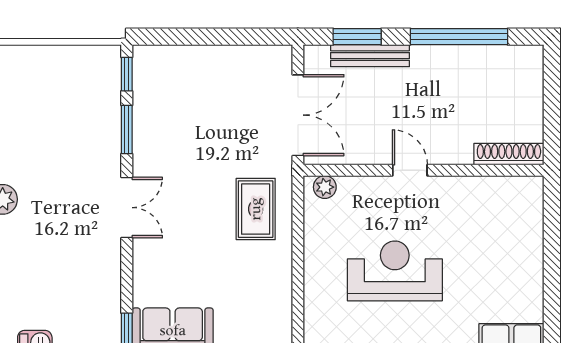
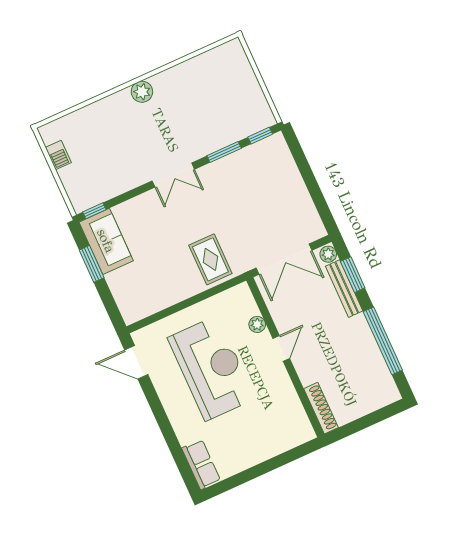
plant: (317, 56) -> (328, 254), added
plant: (325, 187) -> (257, 324), moved
rug: (256, 209) -> (210, 259), turned 90
reception desk: (395, 271) -> (211, 368), width x1.36, depth x1.30

